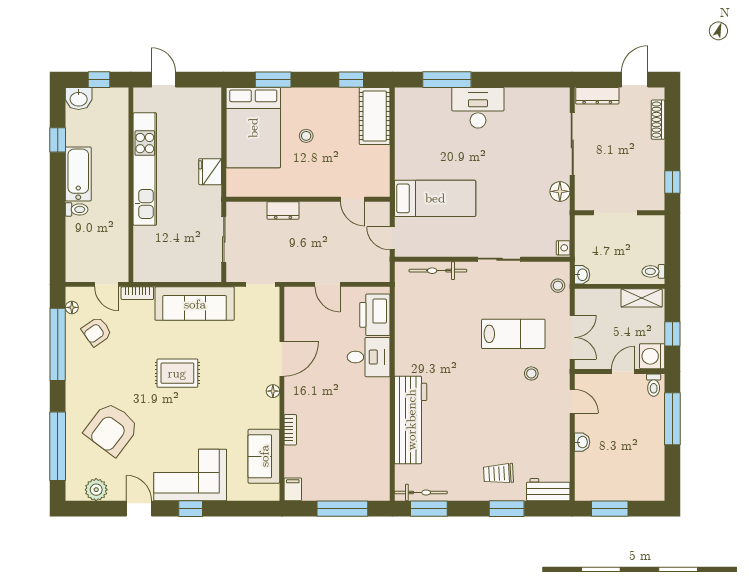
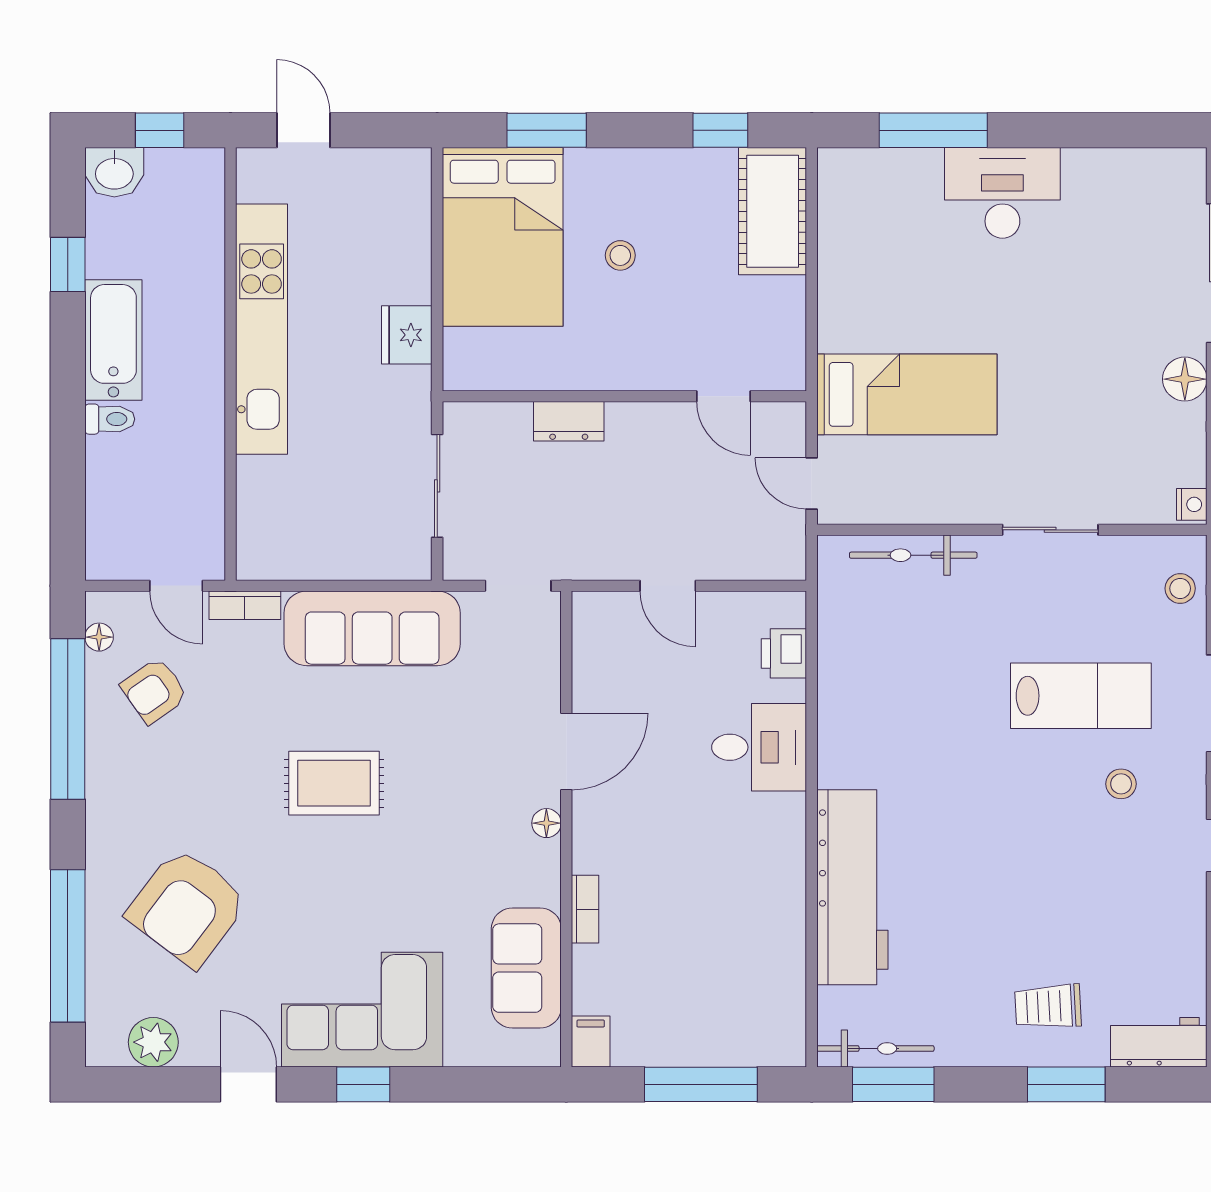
printer: (375, 315) -> (784, 653), width x0.53, depth x0.68

